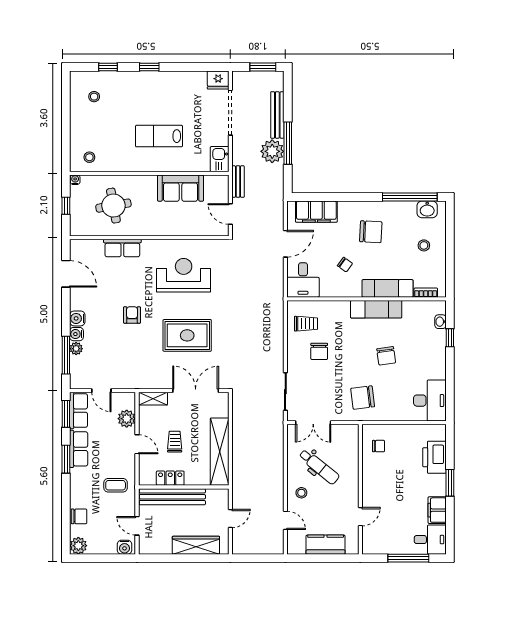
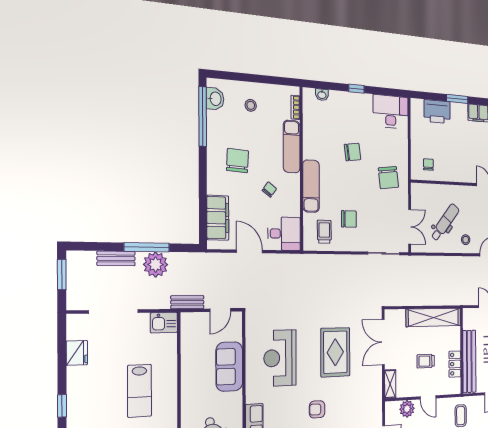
fridge: (218, 80) -> (77, 353), moved
bench: (277, 115) -> (116, 258), width x0.73
sofa: (181, 188) -> (229, 367), moved, turned 180
exam couch: (376, 309) -> (311, 186), moved
window: (450, 338) -> (356, 89), moved
door: (137, 444) -> (428, 397), swing flipped

